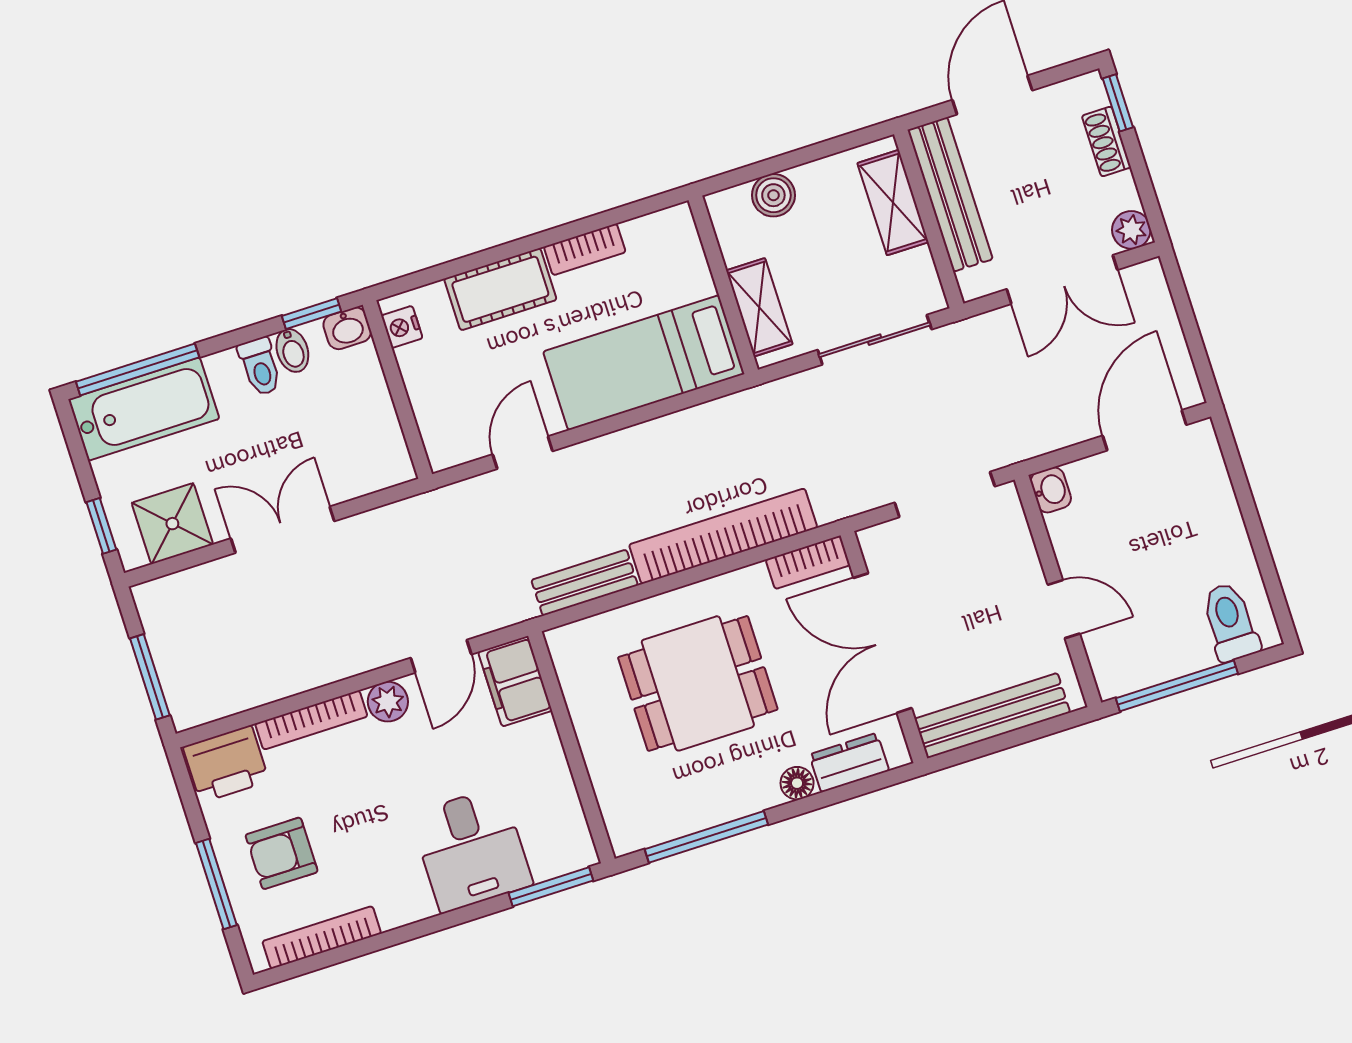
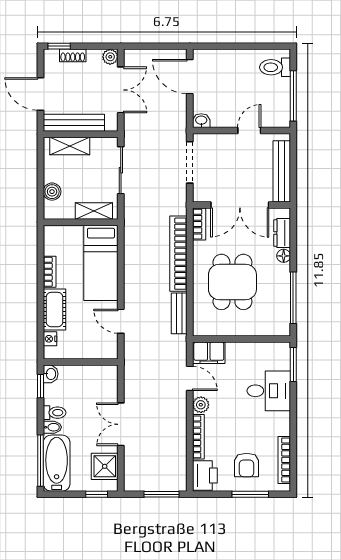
nightstand: (402, 327) -> (50, 339), moved, turned 90
bidet: (292, 350) -> (52, 427), moved

